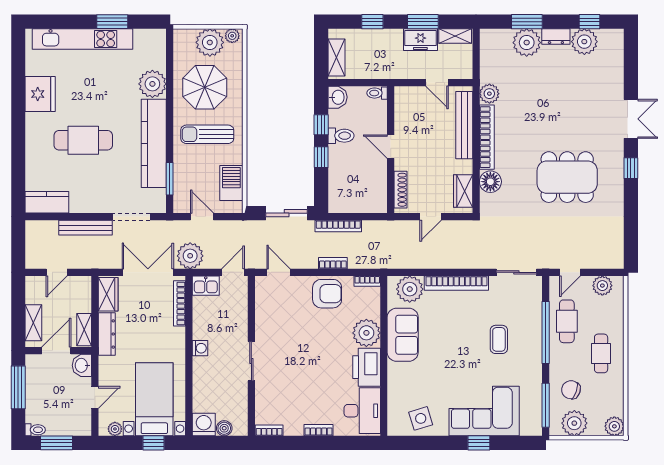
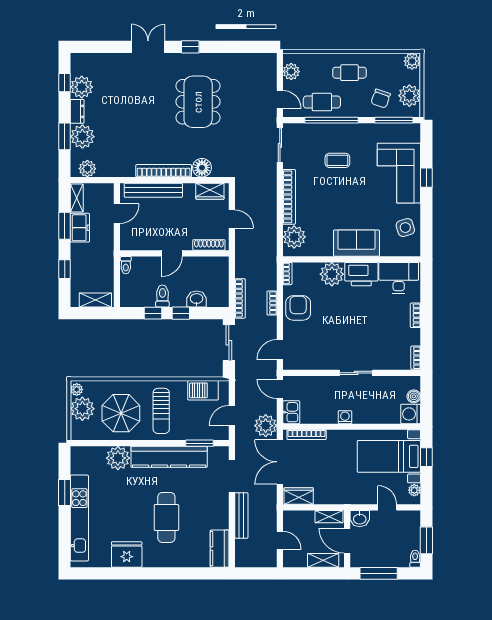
plant: (489, 94) -> (87, 169), moved
washbasin: (338, 97) -> (197, 299), moved
dresser: (107, 334) -> (333, 497), removed
sofa: (403, 335) -> (356, 243), moved

